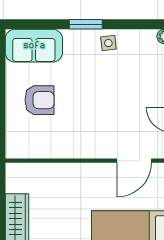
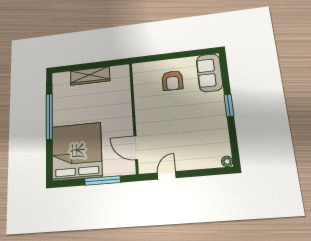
side table: (108, 43) -> (217, 122), removed

